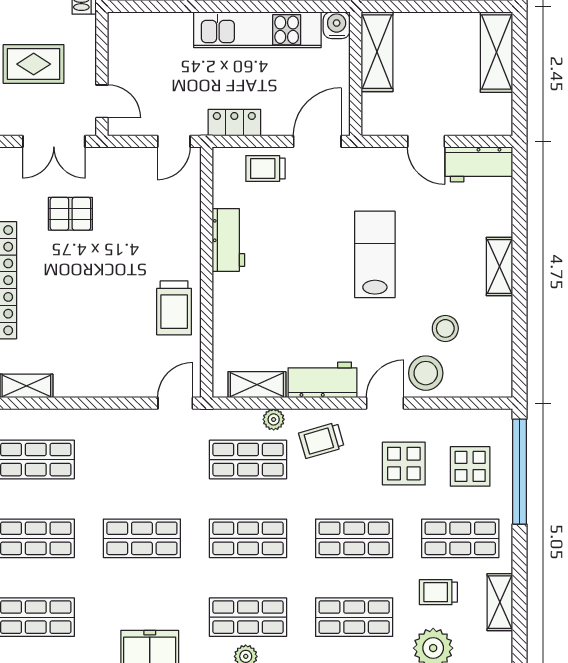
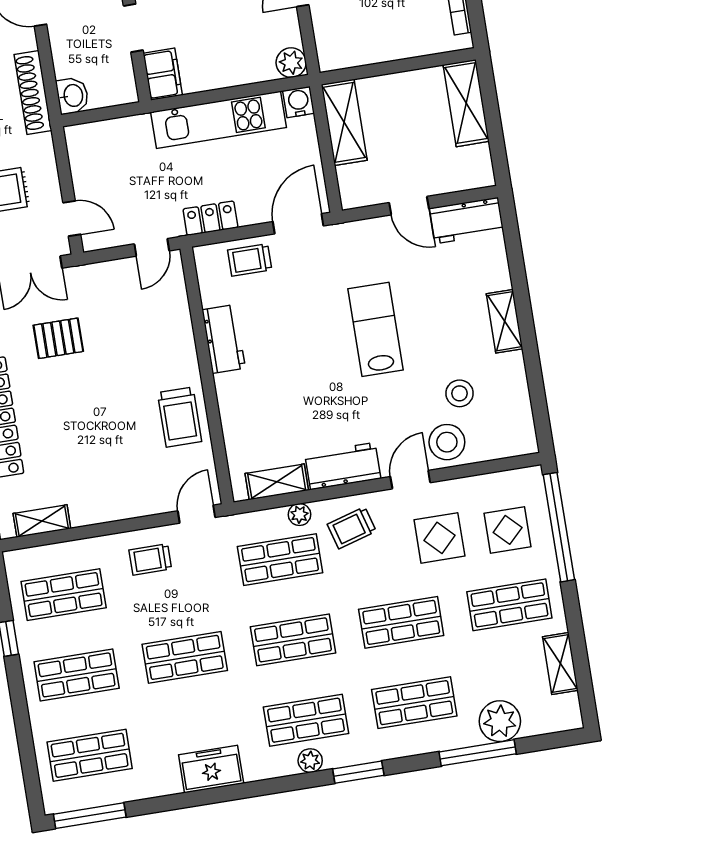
trolley: (438, 592) -> (150, 559), moved

